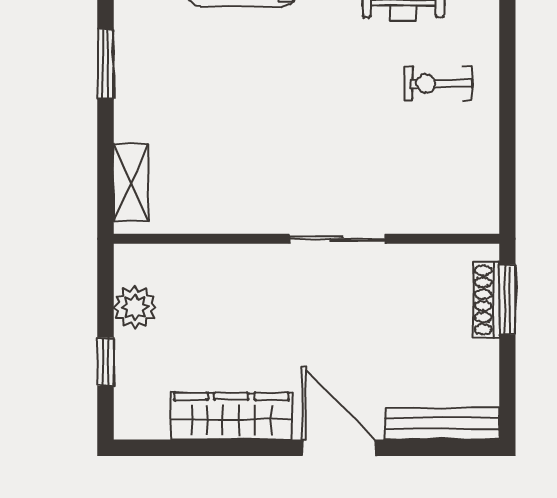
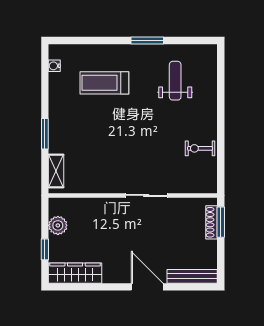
window: (105, 64) -> (45, 134), moved
exercise bike: (438, 84) -> (200, 148), moved
wardrobe: (231, 416) -> (75, 273), moved

